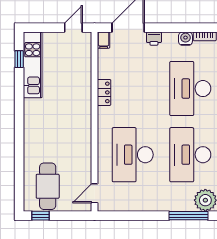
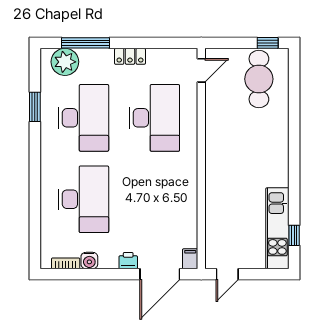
locker: (104, 92) -> (130, 56), moved, turned -90

